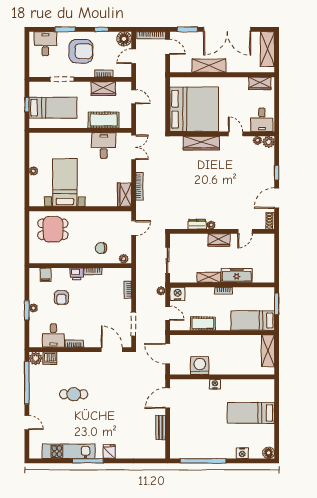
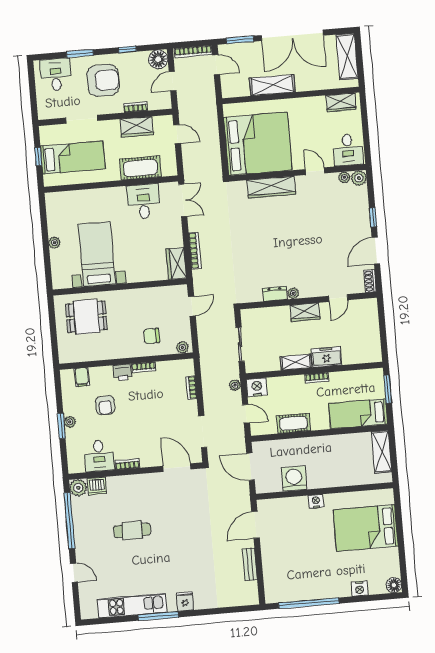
freezer: (237, 275) -> (327, 357), width x0.71
bed: (251, 413) -> (366, 528), width x1.50

